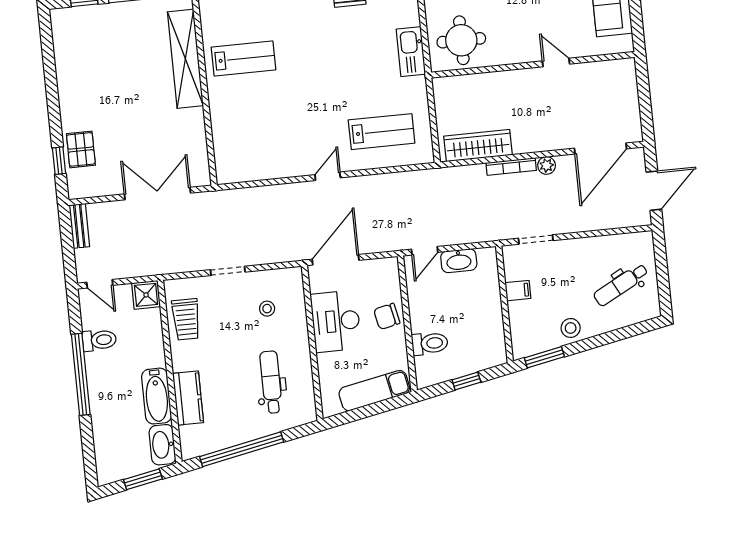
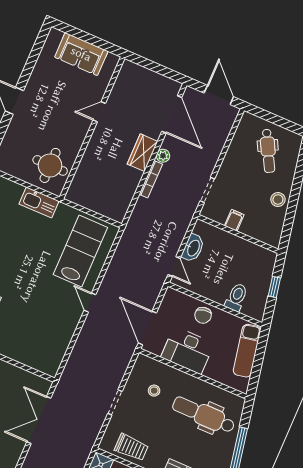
lab bench: (382, 132) -> (80, 251), width x1.36, depth x1.39
wardrobe: (478, 146) -> (143, 153), moved, width x0.67
window: (544, 357) -> (287, 227), removed
dental chair: (271, 382) -> (204, 415), width x1.36, depth x1.38

